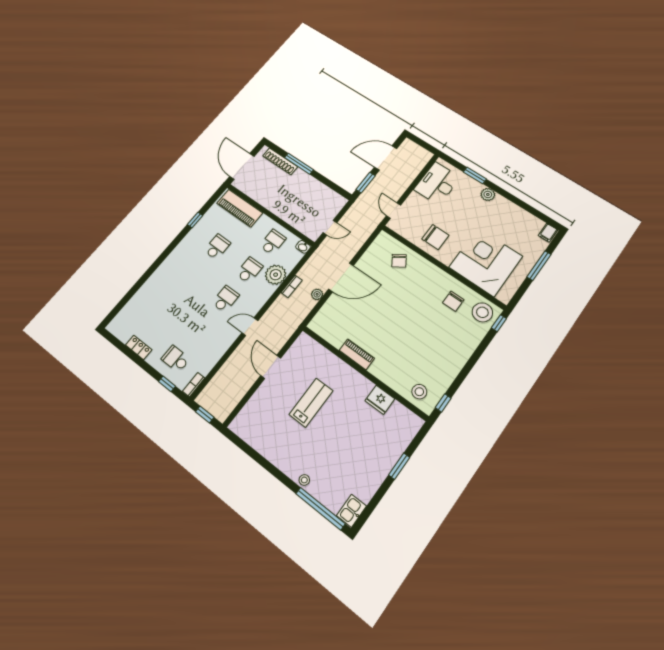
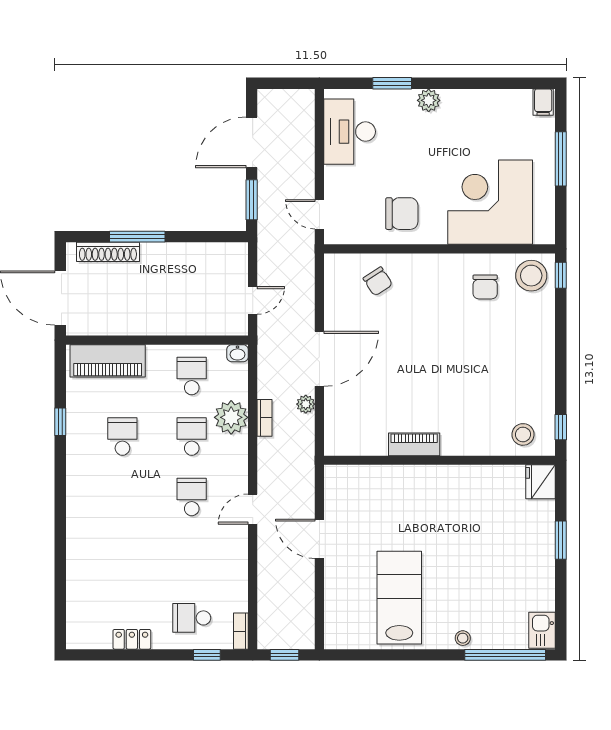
fridge: (380, 400) -> (540, 482), moved, turned 90
lab bench: (311, 403) -> (399, 598), moved, width x1.36, depth x1.39

